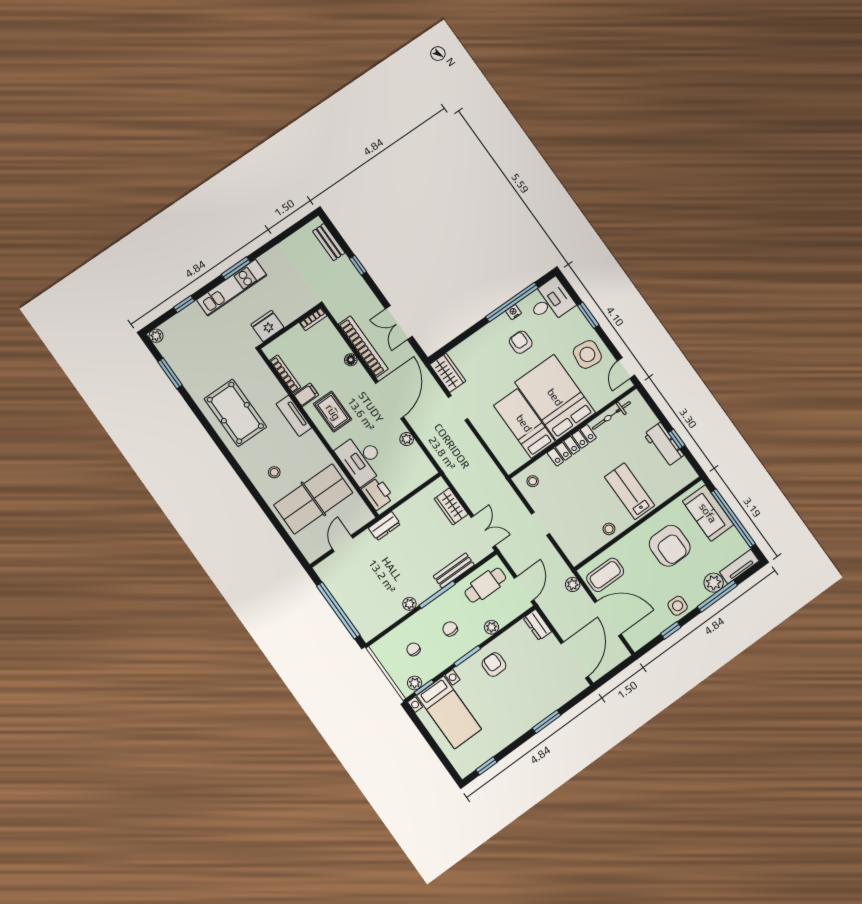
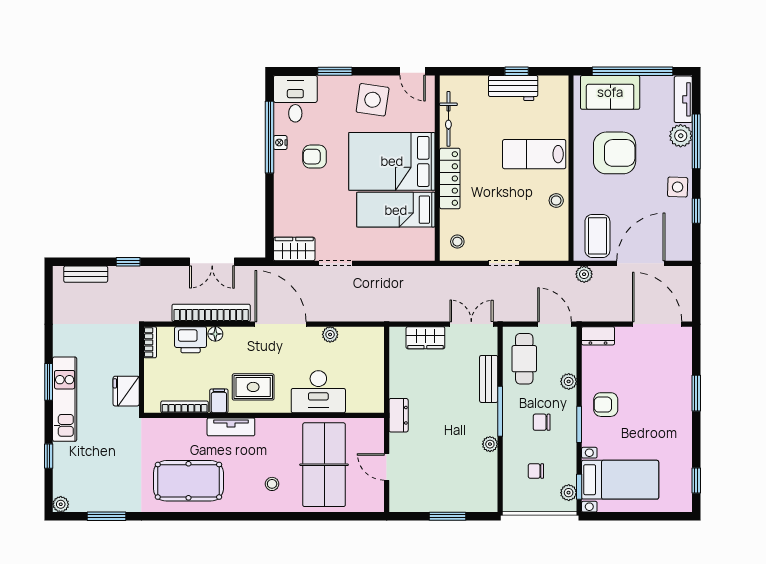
printer: (377, 494) -> (191, 340), moved, turned 180
window: (338, 610) -> (448, 516), width x0.47

